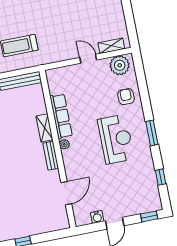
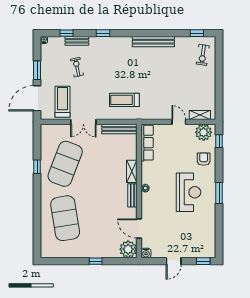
row of seats: (61, 116) -> (147, 143), moved
window: (161, 177) -> (219, 141), moved
door: (66, 193) -> (139, 228), swing flipped
water cooler: (97, 217) -> (146, 253), moved
plant: (58, 220) -> (128, 249), added

